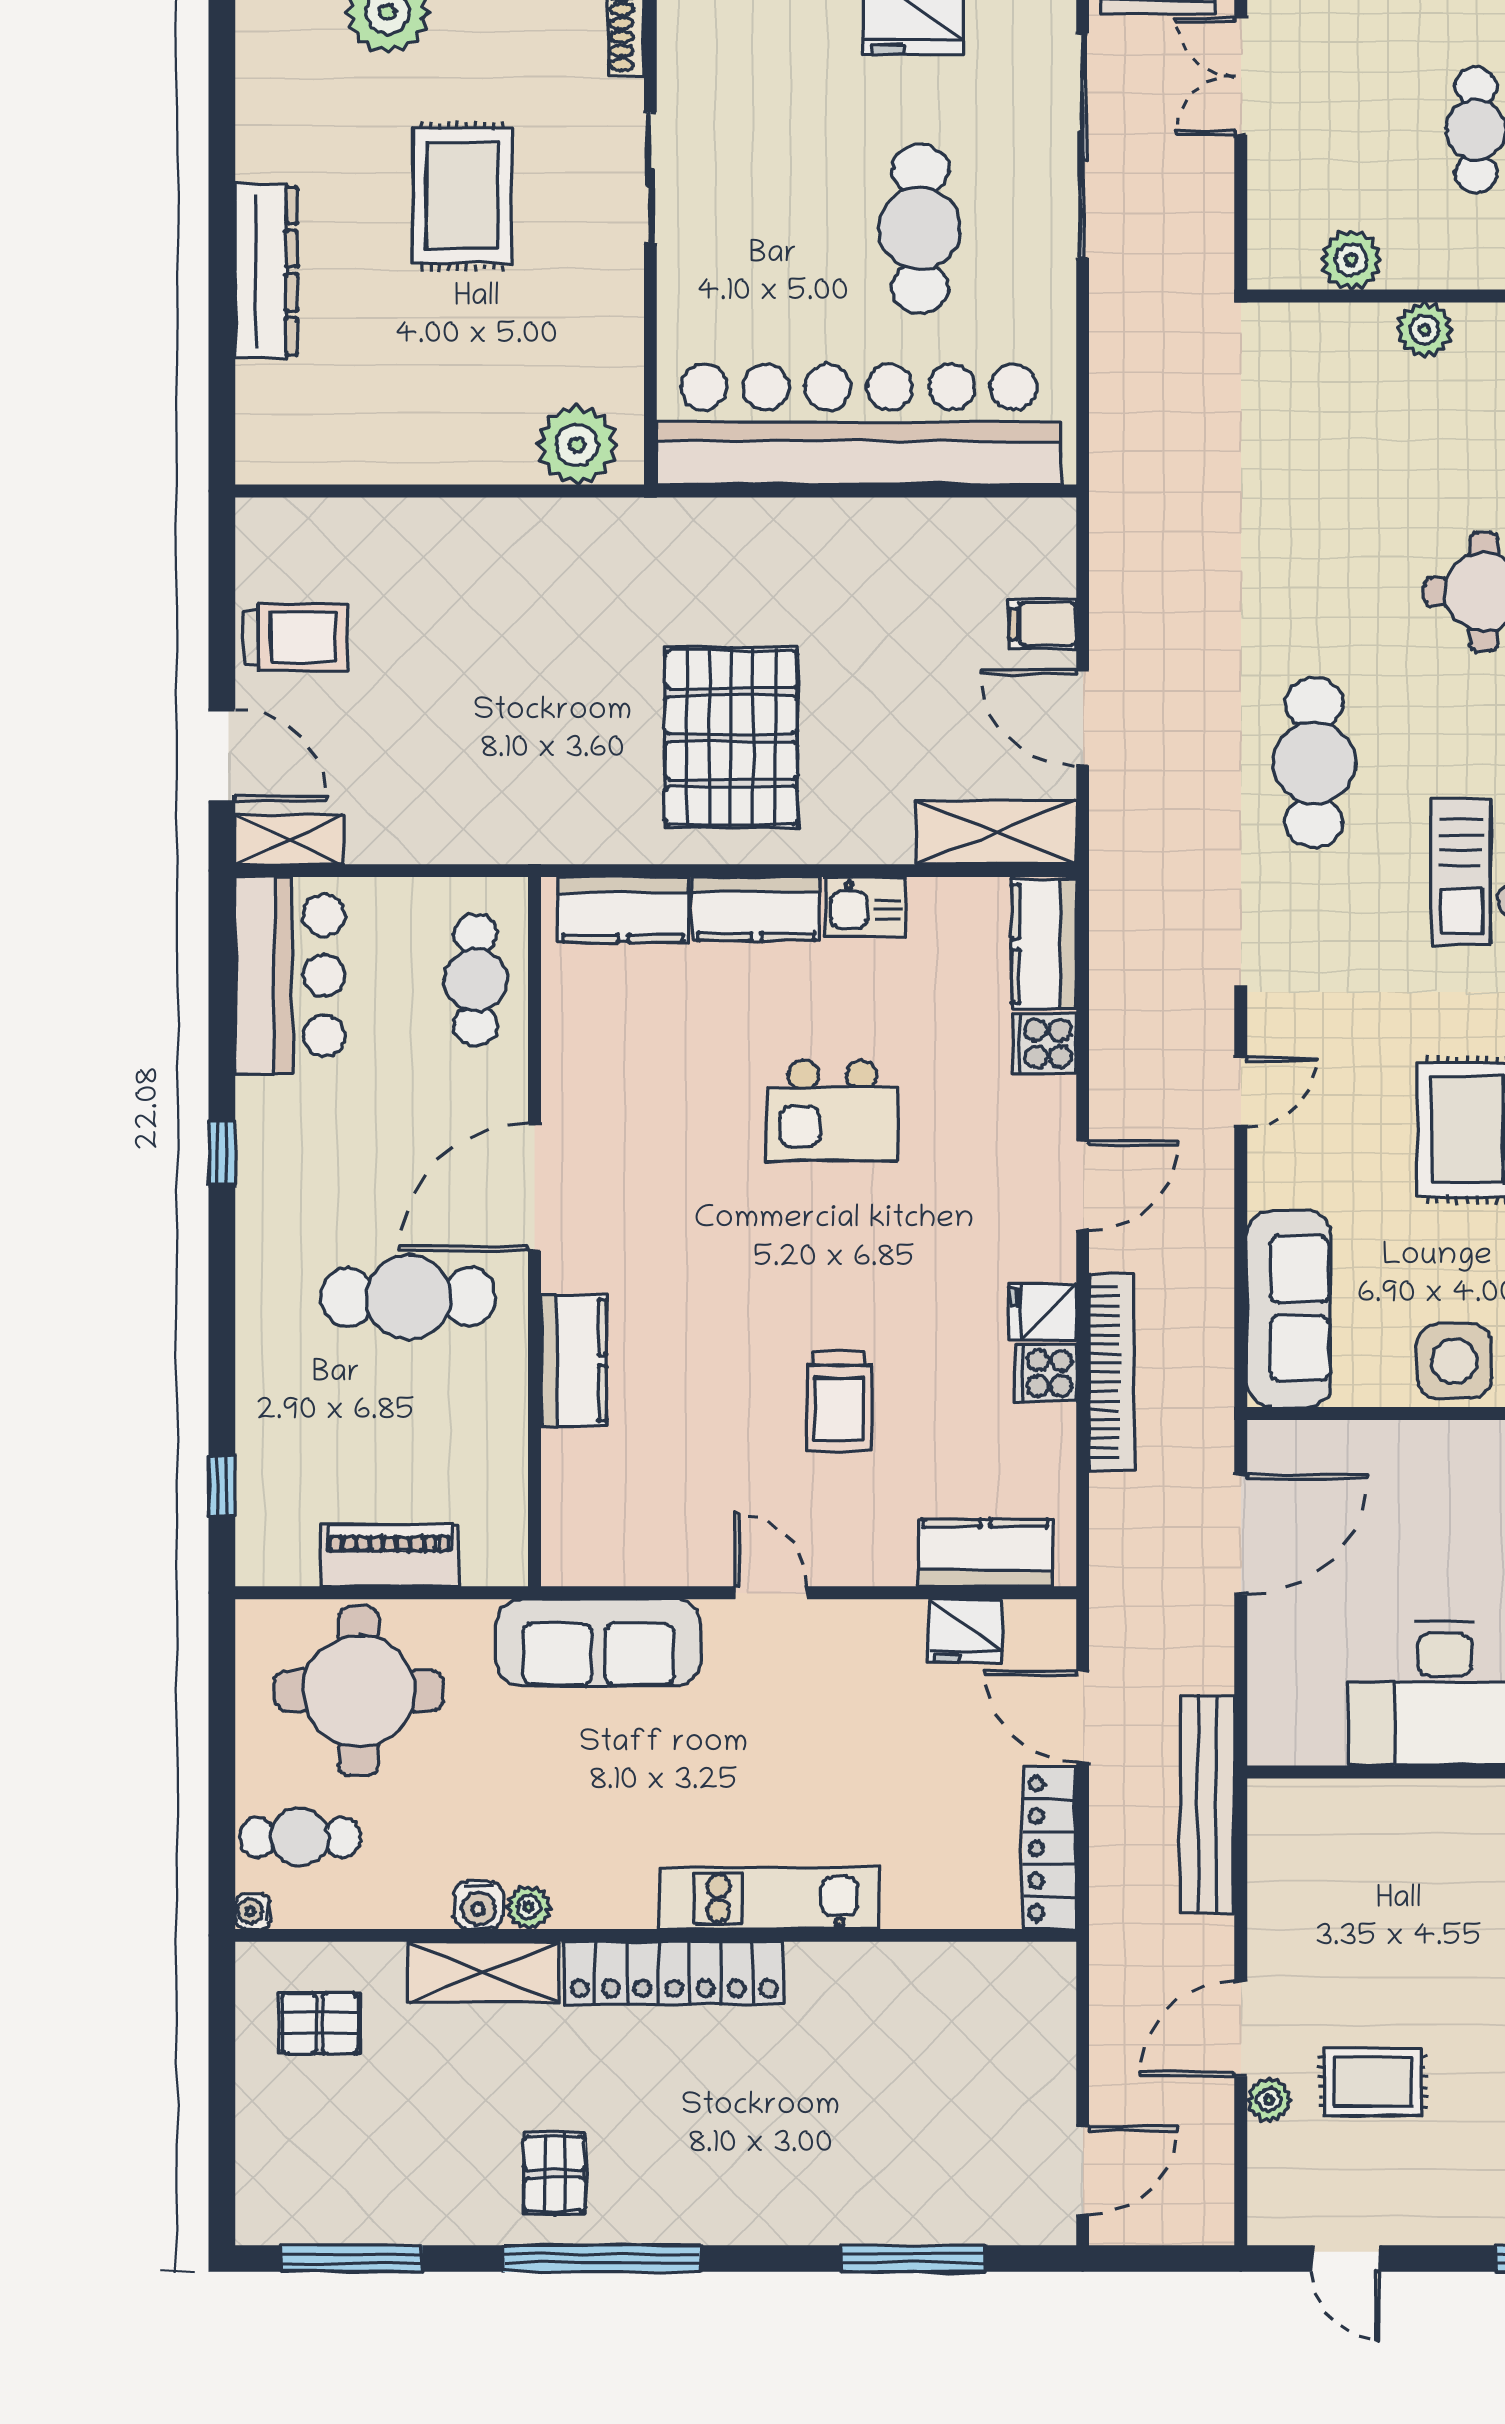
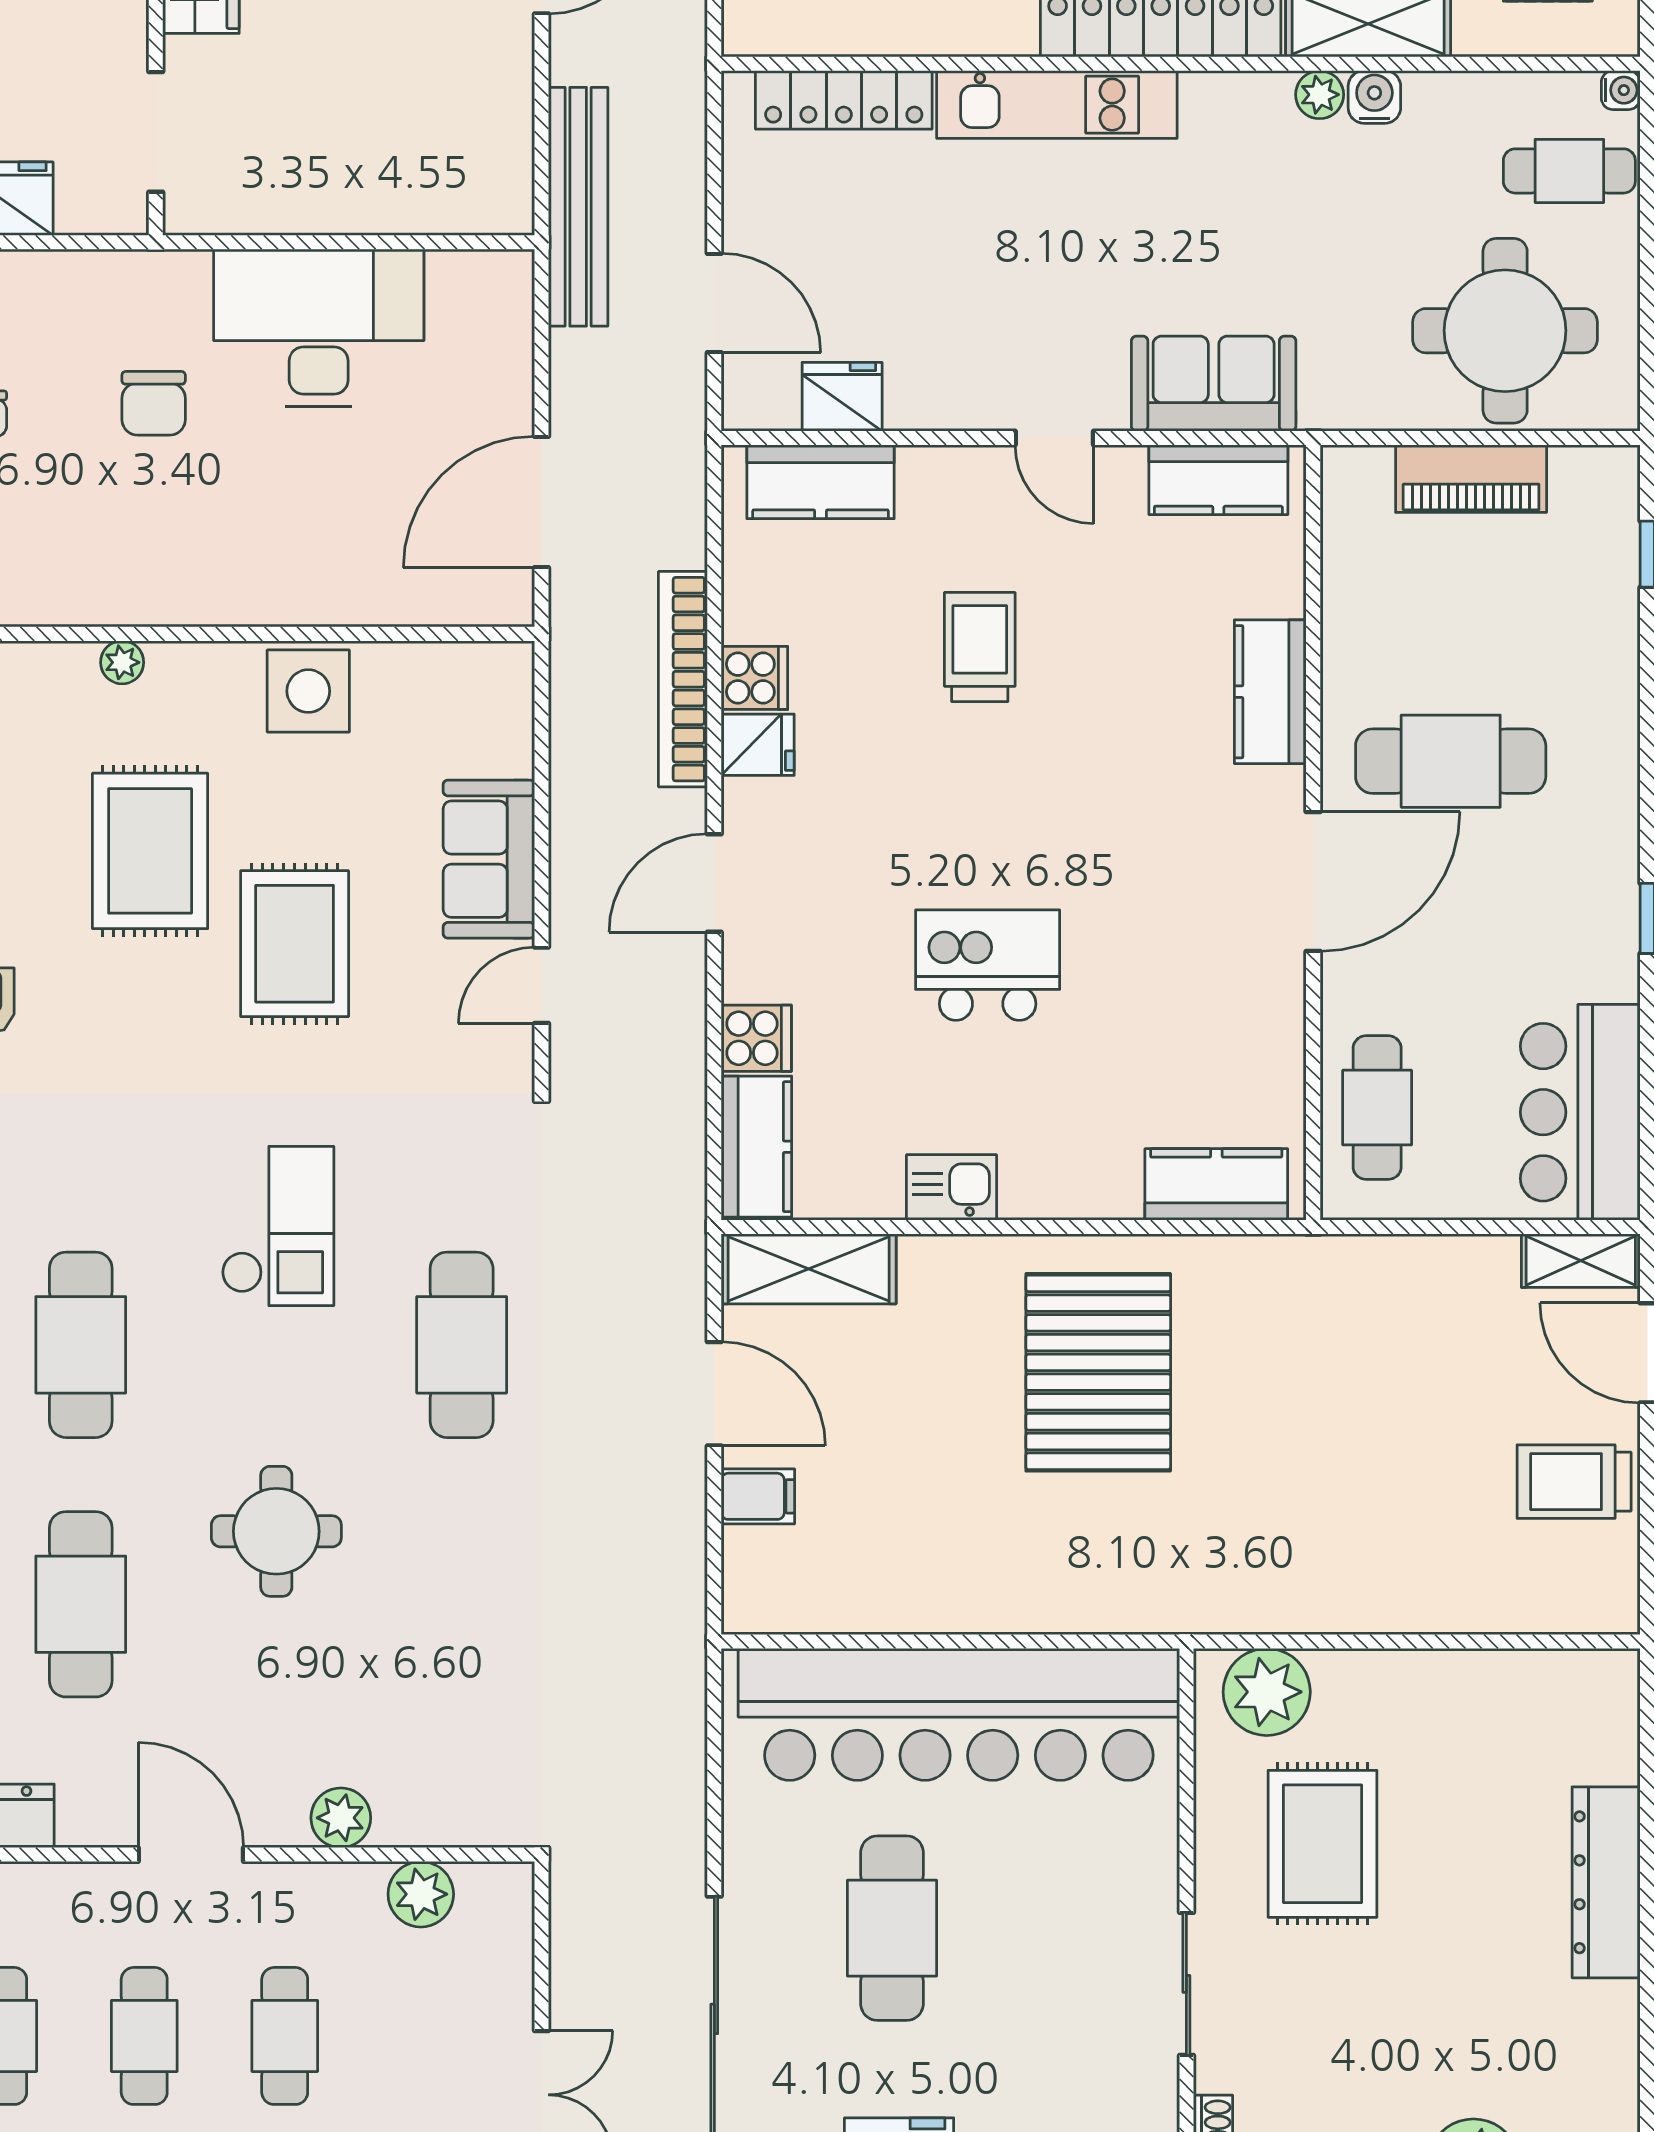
rug: (462, 196) -> (1322, 1844), moved
kitchen counter: (756, 909) -> (1218, 480), moved, turned 180
sofa: (1289, 1309) -> (489, 859), moved, width x0.73
sofa: (598, 1643) -> (1214, 384), width x0.73
locker: (1050, 1848) -> (844, 100), moved, turned 90

